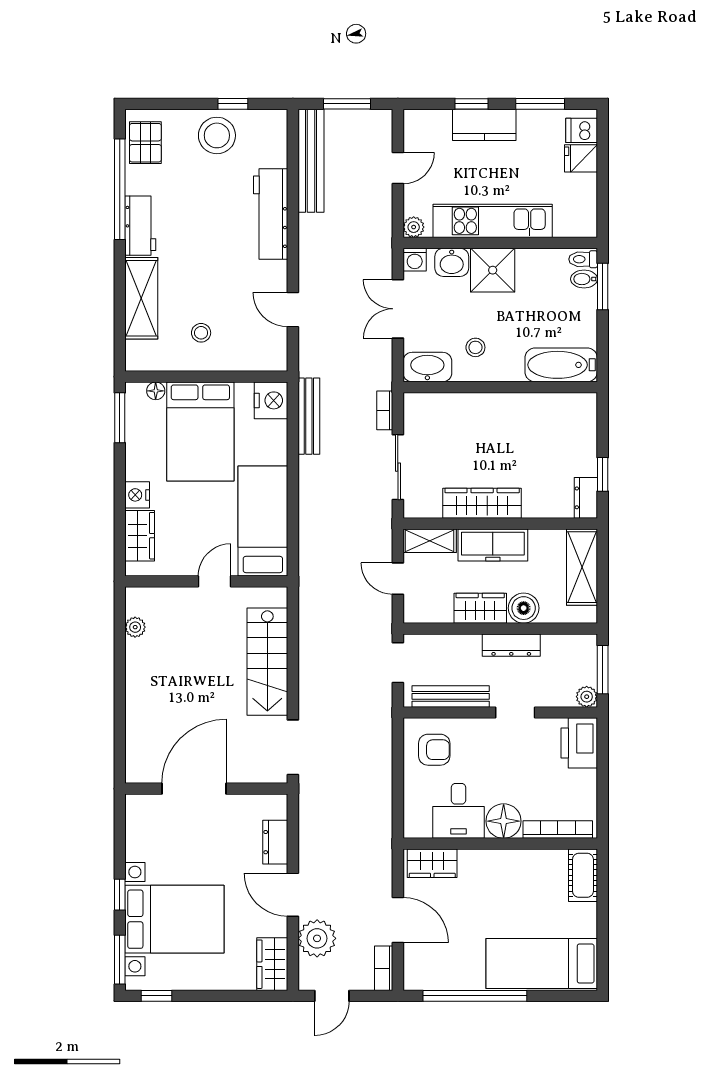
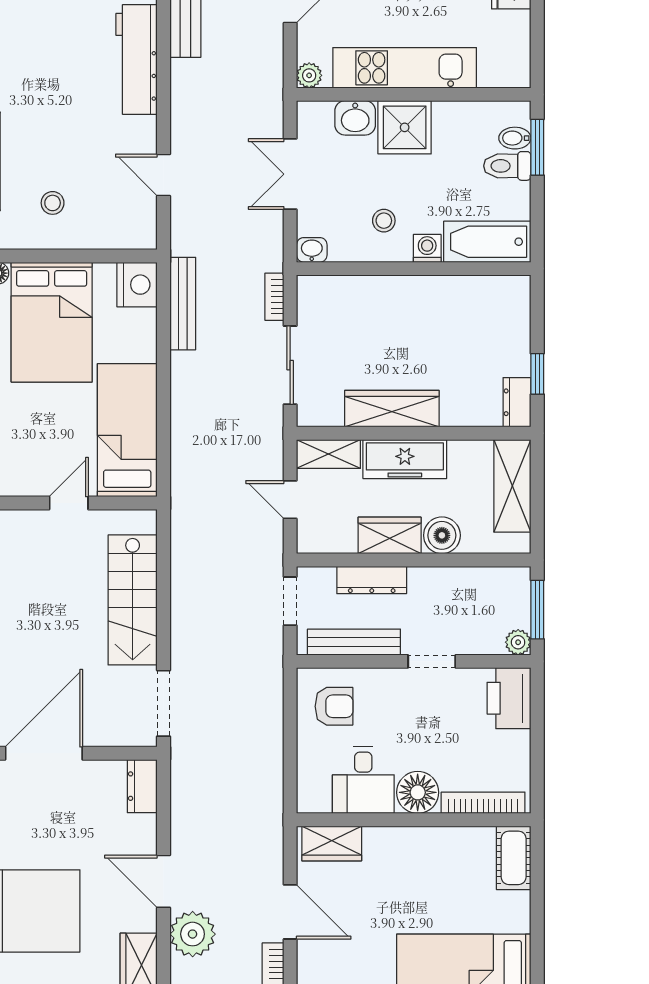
toilet: (583, 259) -> (507, 166), moved, width x1.37, depth x1.39
washing machine: (415, 260) -> (427, 248), moved, turned 180
washbasin: (427, 367) -> (312, 250), width x0.52, depth x0.69
dresser: (511, 645) -> (372, 580), moved
dresser: (275, 842) -> (142, 786), moved

